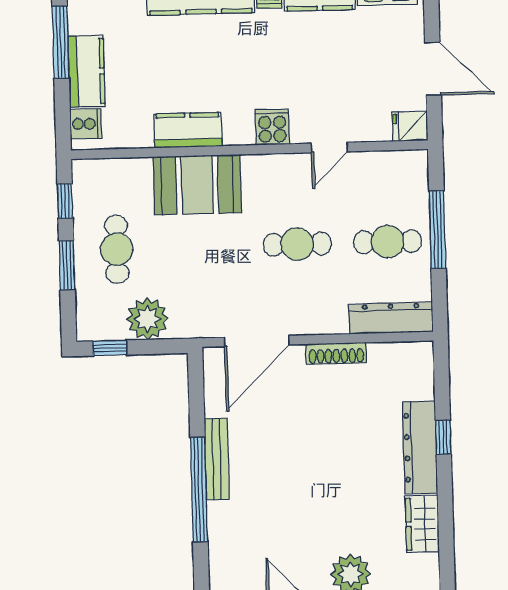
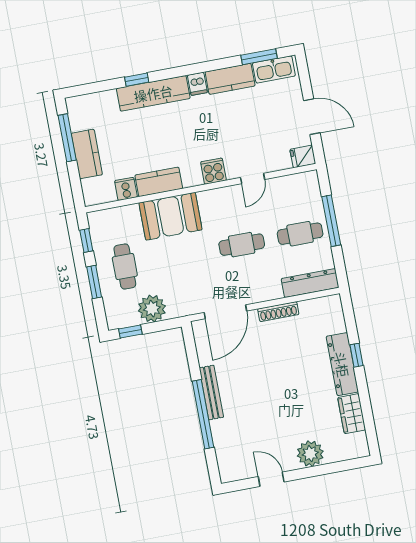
cooker: (86, 124) -> (126, 189), moved, turned -90

